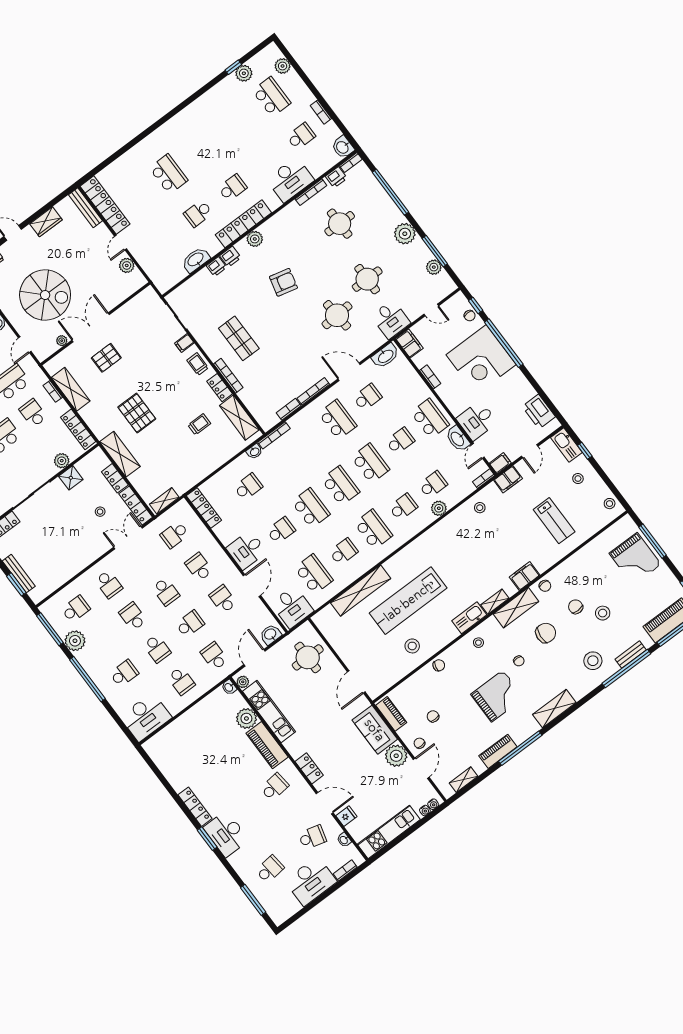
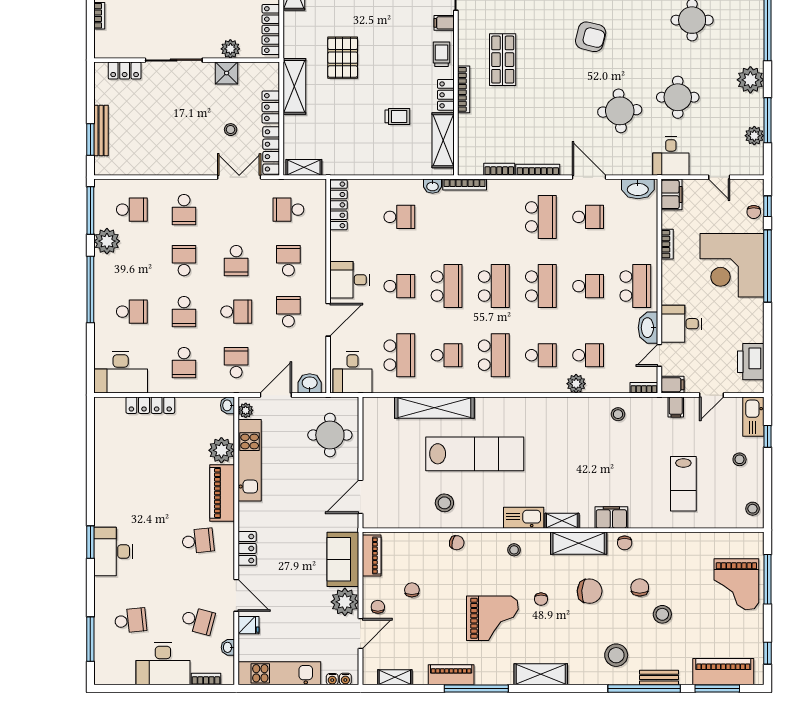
filing cabinet: (508, 479) -> (676, 407), width x0.50
lab bench: (408, 601) -> (475, 454), turned 180
locker: (195, 807) -> (150, 405), moved, turned 90

